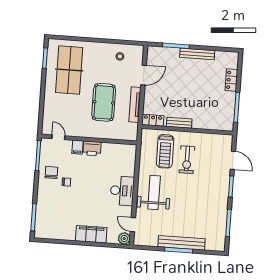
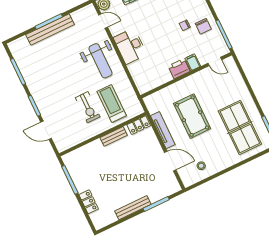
door: (144, 75) -> (170, 161), swing flipped
exercise bike: (187, 160) -> (88, 107), turned 180

